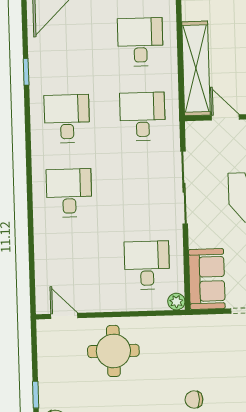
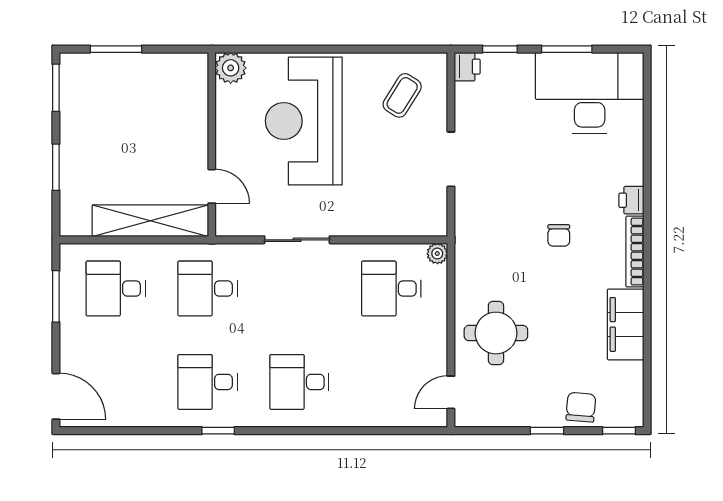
window: (26, 72) -> (218, 431), moved
door: (225, 117) -> (212, 186), swing flipped
sliding door: (184, 188) -> (297, 240), width x0.73
sofa: (207, 279) -> (411, 215), removed

